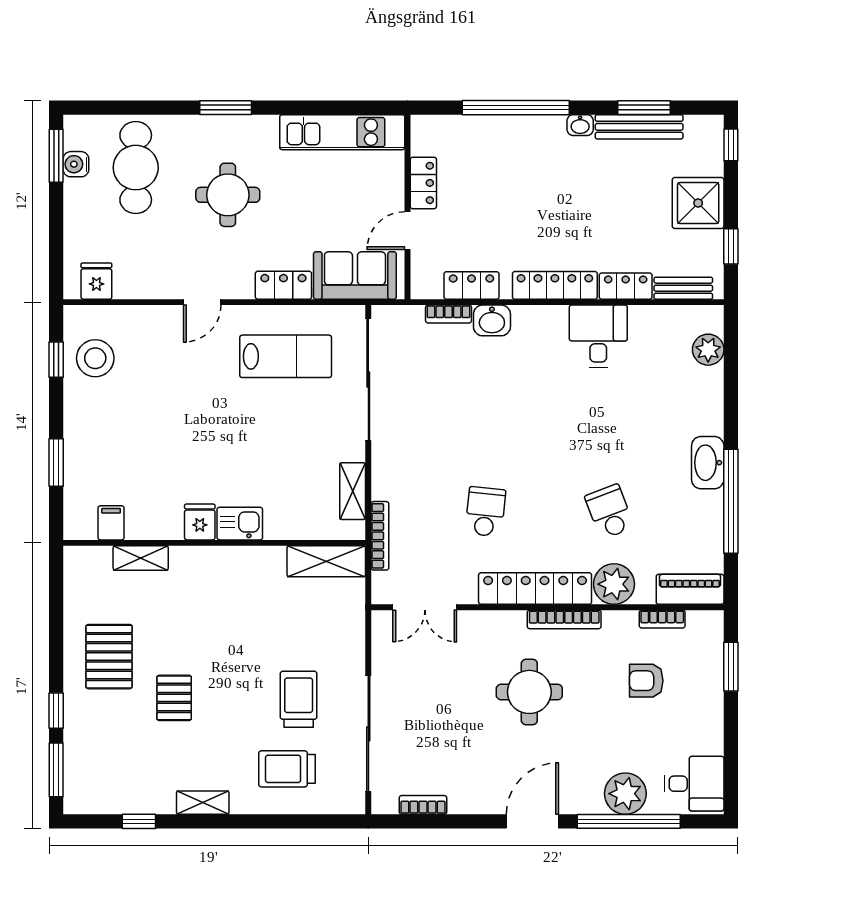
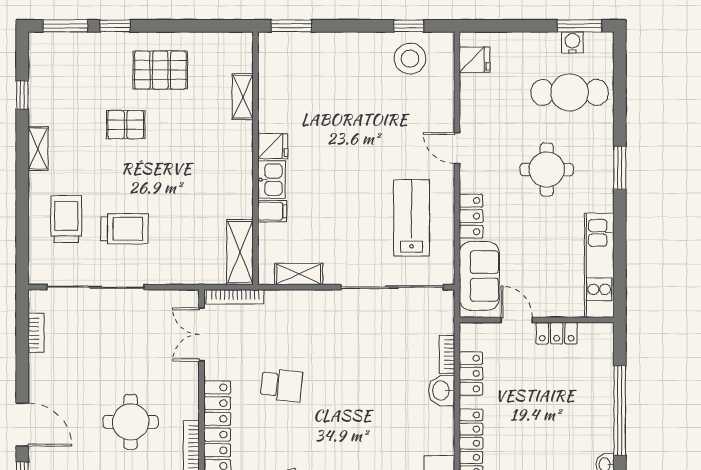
lab bench: (286, 356) -> (412, 218), turned 180
window: (56, 462) -> (291, 26), moved
filing cabinet: (111, 523) -> (272, 211), moved
bookcase: (380, 536) -> (235, 297), moved

